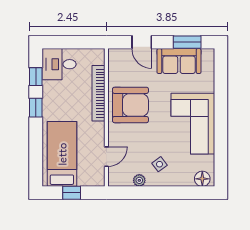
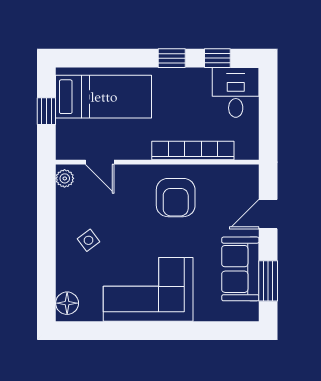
armchair: (130, 105) -> (176, 198), width x0.73, depth x0.73
plant: (139, 180) -> (65, 178), moved

